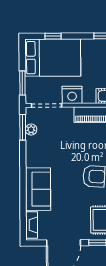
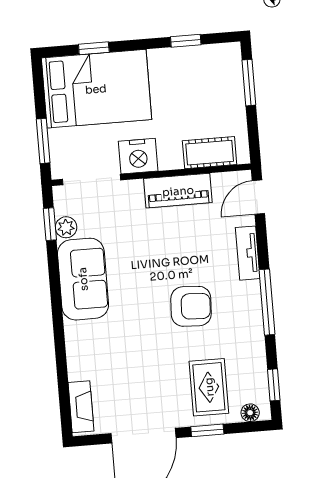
window: (23, 127) -> (50, 224), width x0.67
sofa: (38, 189) -> (83, 279), moved

